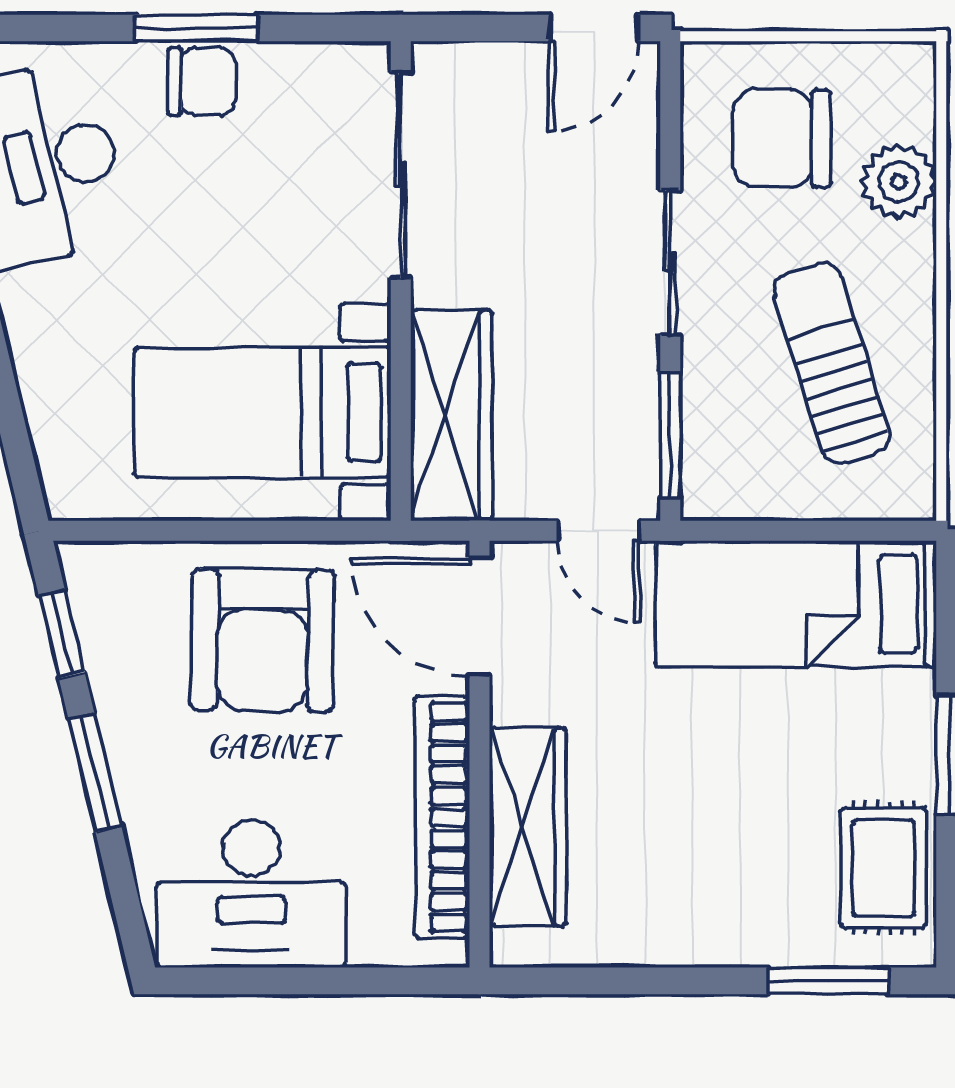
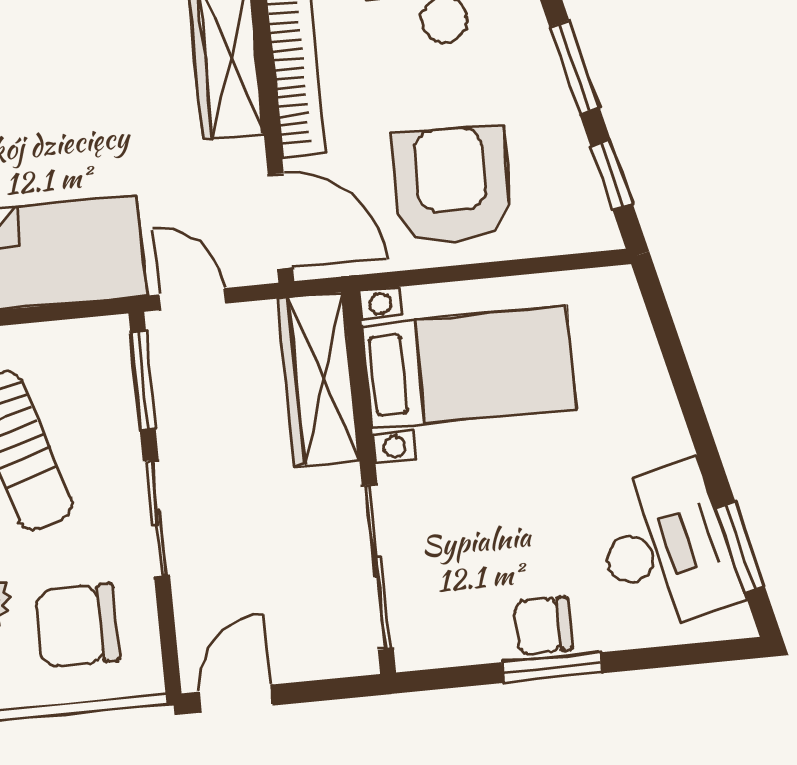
chair: (782, 138) -> (77, 626), turned 180

